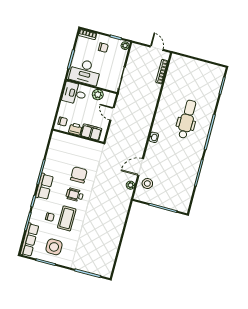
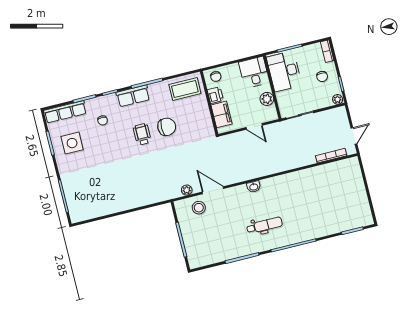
door: (112, 114) -> (254, 126), swing flipped
dental chair: (187, 119) -> (264, 225), moved, width x0.73, depth x0.72
coffee table: (67, 218) -> (185, 89), moved

